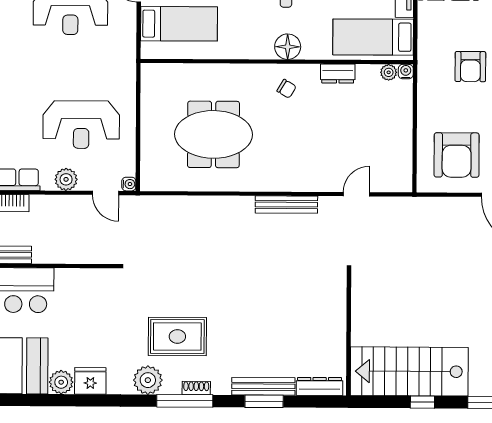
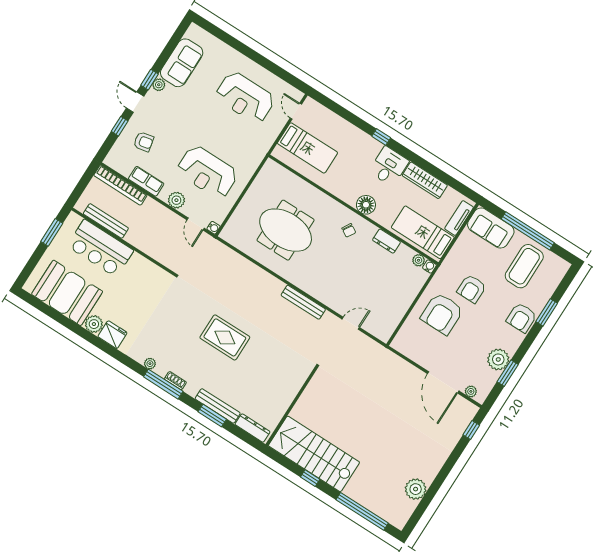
armchair: (457, 155) -> (442, 314), moved
rug: (177, 336) -> (225, 337), moved
plant: (148, 380) -> (150, 364), width x0.53, depth x0.53

